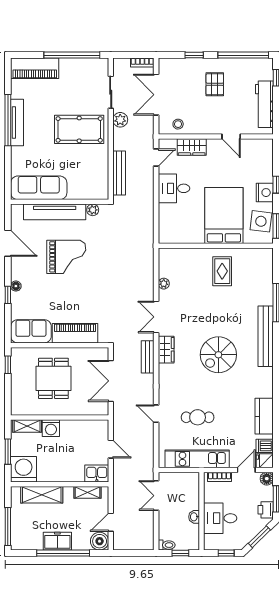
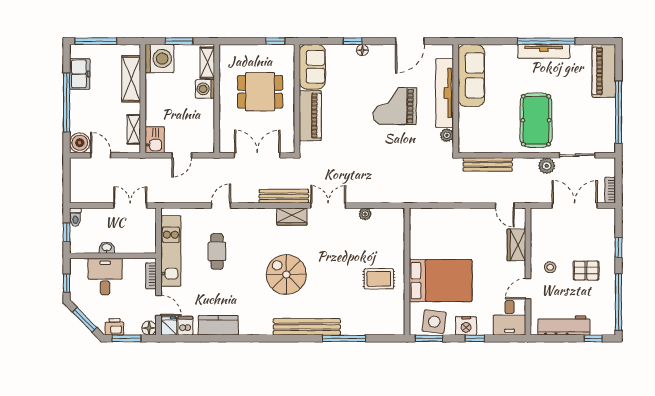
stool: (178, 124) -> (550, 267), moved
desk: (174, 188) -> (510, 318), moved, turned 180
grand piano: (66, 257) -> (395, 106), turned 91
bench: (148, 357) -> (284, 196), width x1.36
freezer: (57, 541) -> (80, 74), moved

